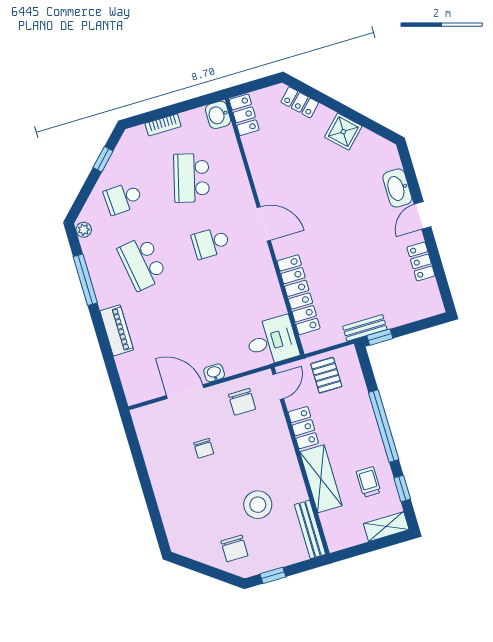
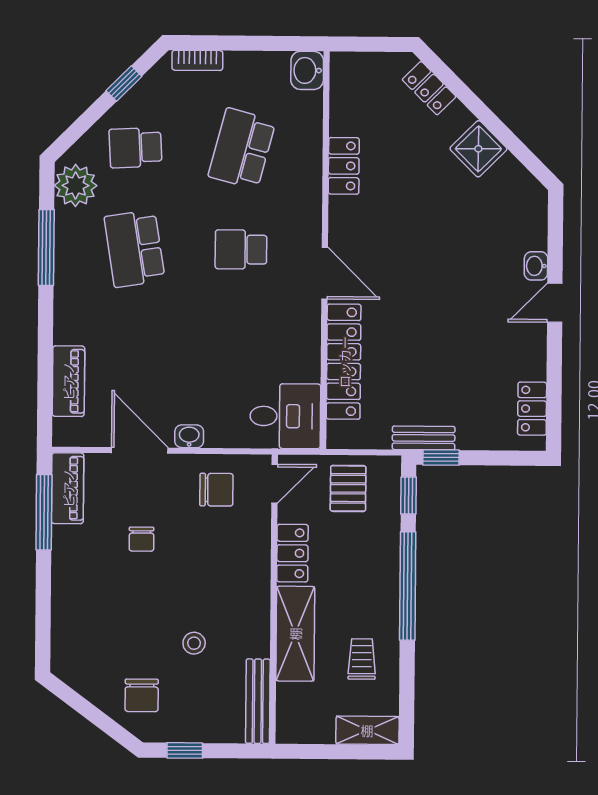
locker: (244, 115) -> (344, 166), moved
bookcase: (163, 125) -> (197, 60), moved
washbasin: (397, 188) -> (536, 266), width x0.52, depth x0.69
door: (264, 224) -> (325, 273), moved
plant: (84, 230) -> (76, 185), width x1.88, depth x1.88
locker: (421, 261) -> (532, 409), moved
piano: (117, 330) -> (68, 381), moved
chair: (242, 402) -> (216, 490), turned -90
piano: (146, 430) -> (68, 488), added
window: (136, 450) -> (44, 512), added
window: (402, 489) -> (408, 495), moved
stool: (258, 505) -> (194, 643), width x0.53, depth x0.53

